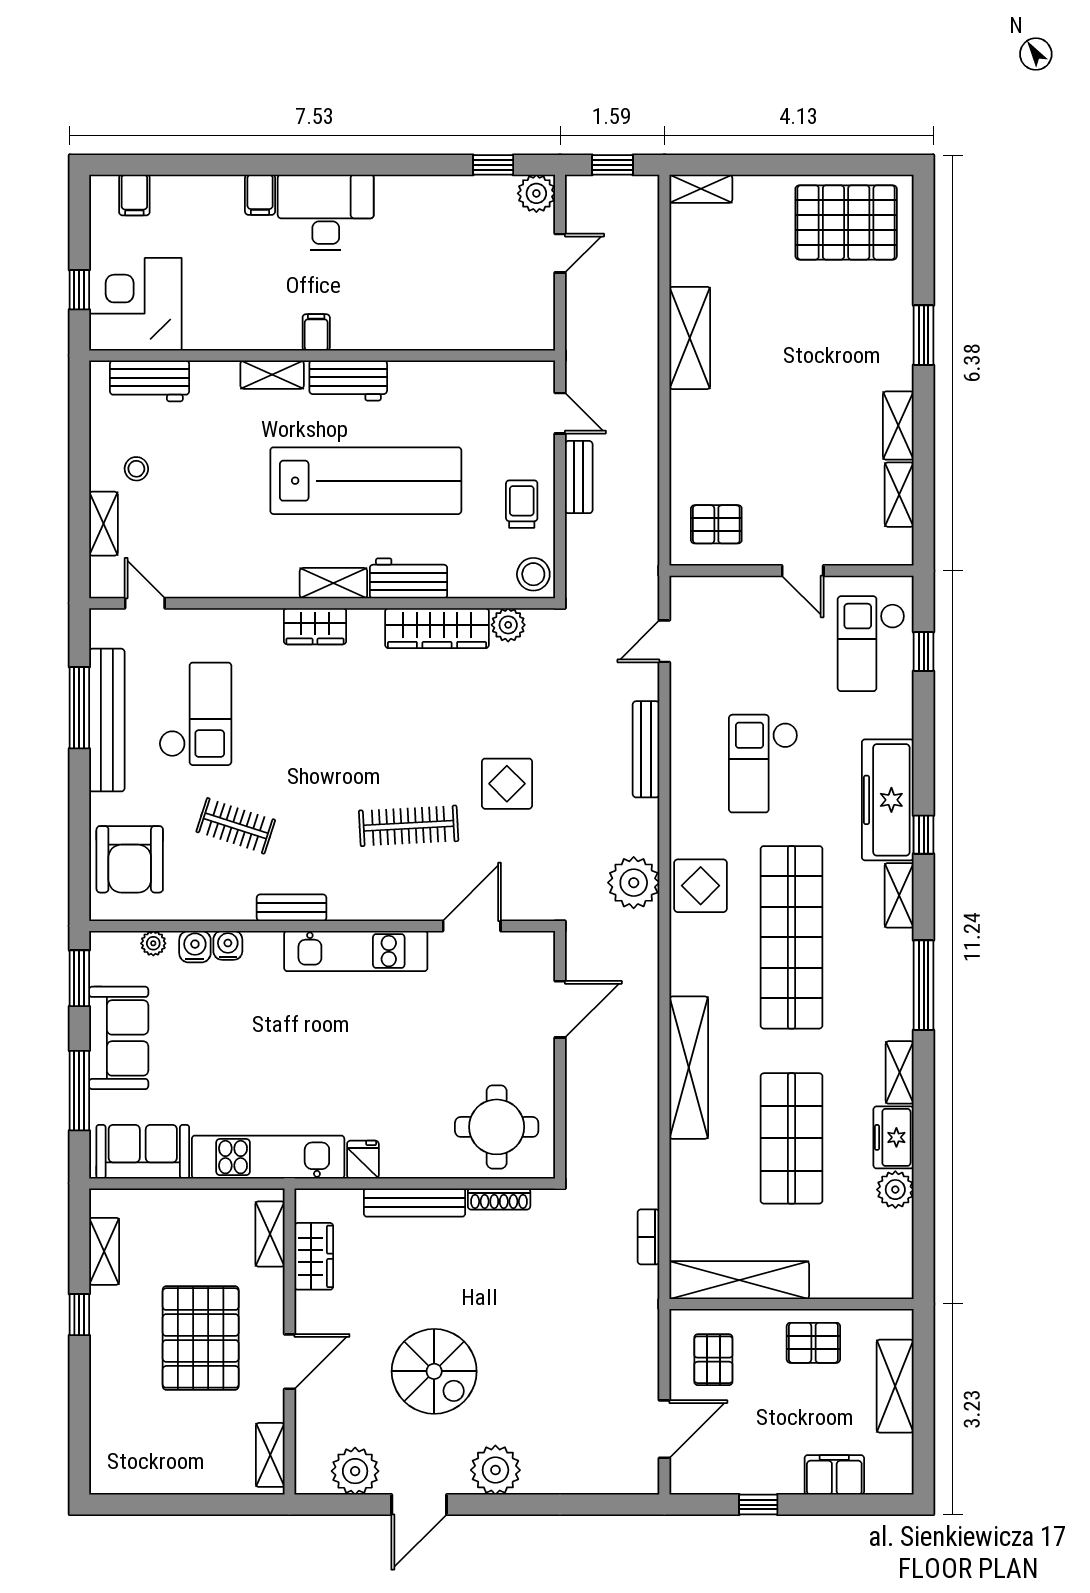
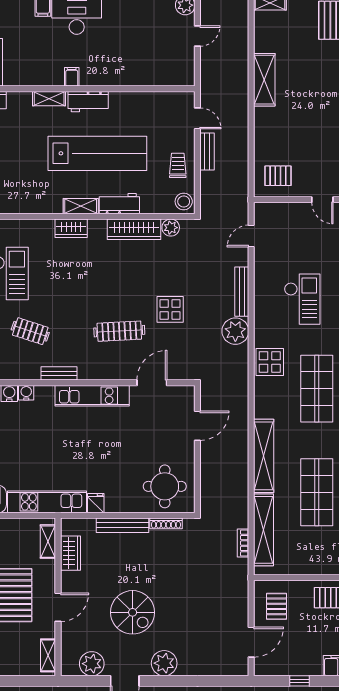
checkout: (763, 764) -> (302, 299), turned 180
plant: (634, 883) -> (235, 331), moved
shop shelf: (792, 937) -> (317, 389), width x0.71
shelving: (739, 1280) -> (264, 530), moved, turned 90

